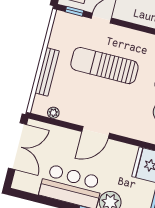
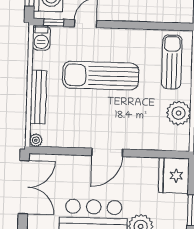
barbecue: (61, 22) -> (41, 38), added
plant: (53, 113) -> (36, 140), moved

